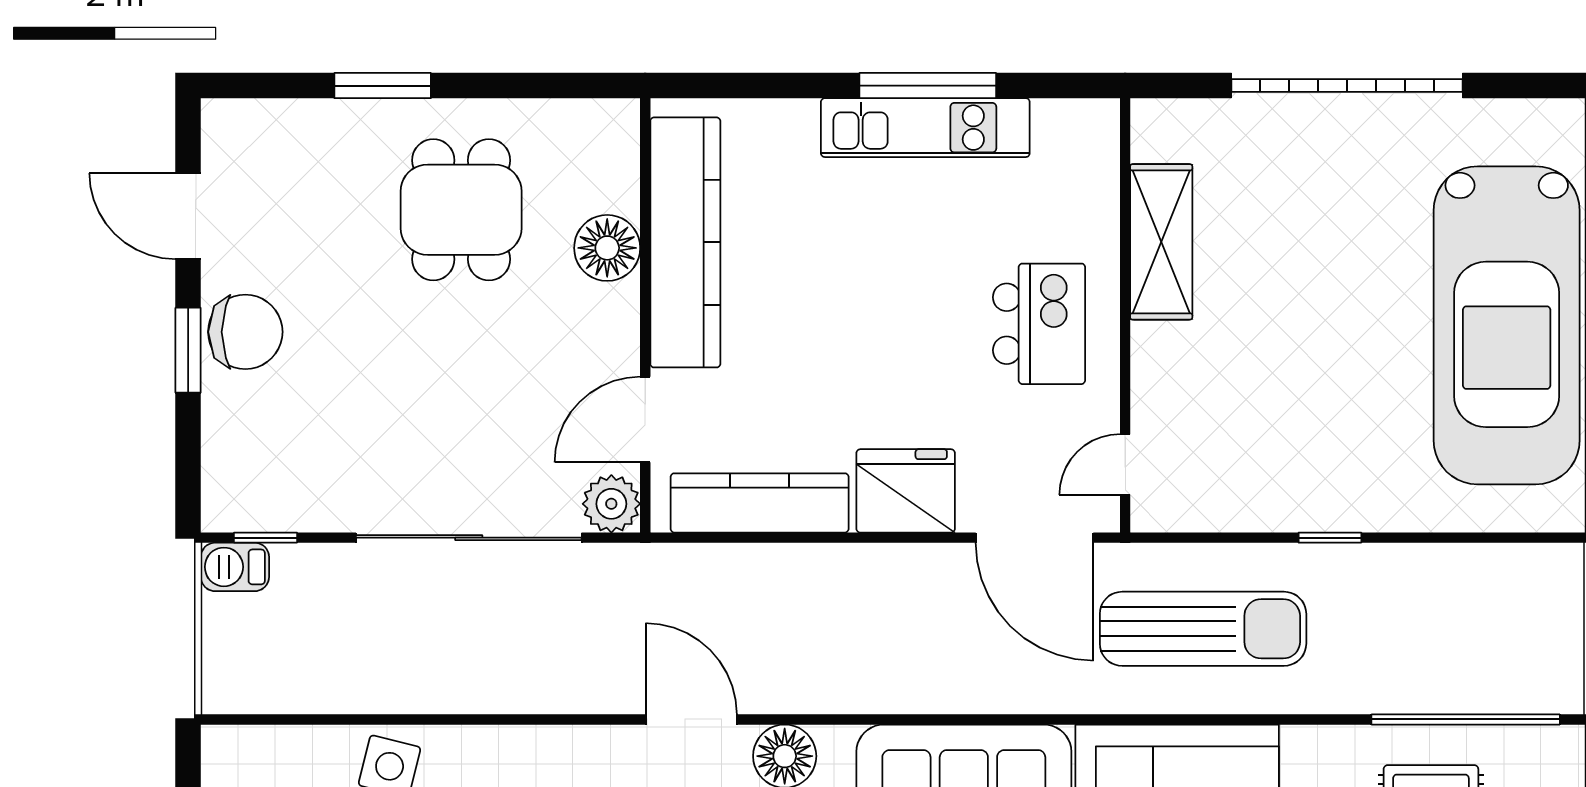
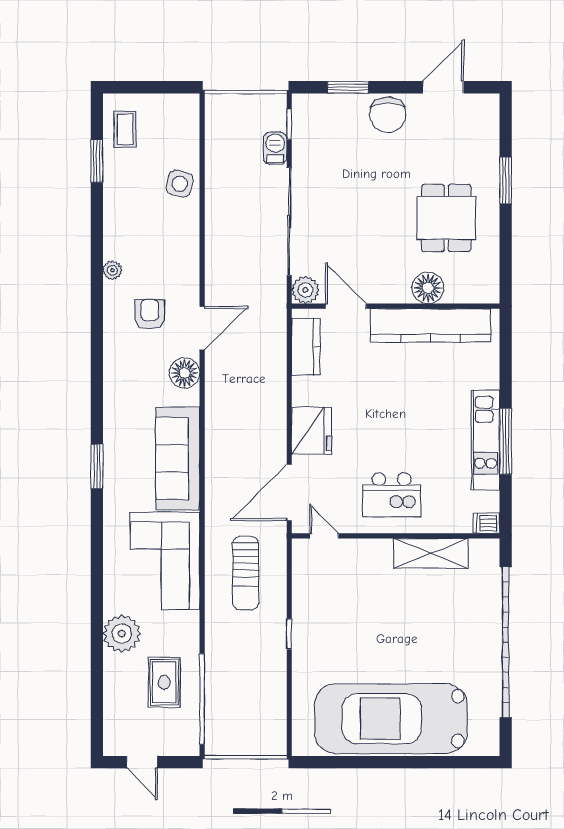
garage door: (1347, 86) -> (506, 642), width x1.36
dishwasher: (1099, 126) -> (486, 523), added
dining table: (461, 210) -> (446, 218), turned 90
window: (188, 350) -> (348, 87), moved
kitchen counter: (760, 503) -> (306, 347), width x0.67
barbecue: (235, 567) -> (275, 148), moved
sun lounger: (1203, 629) -> (246, 573), width x0.73, depth x0.75

